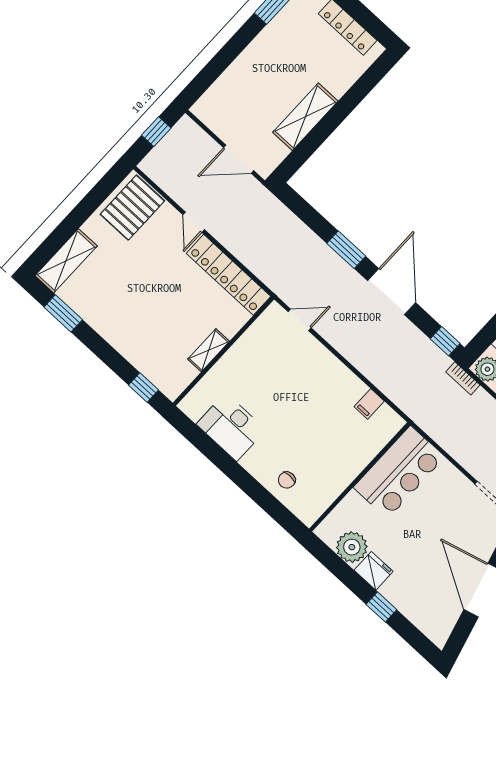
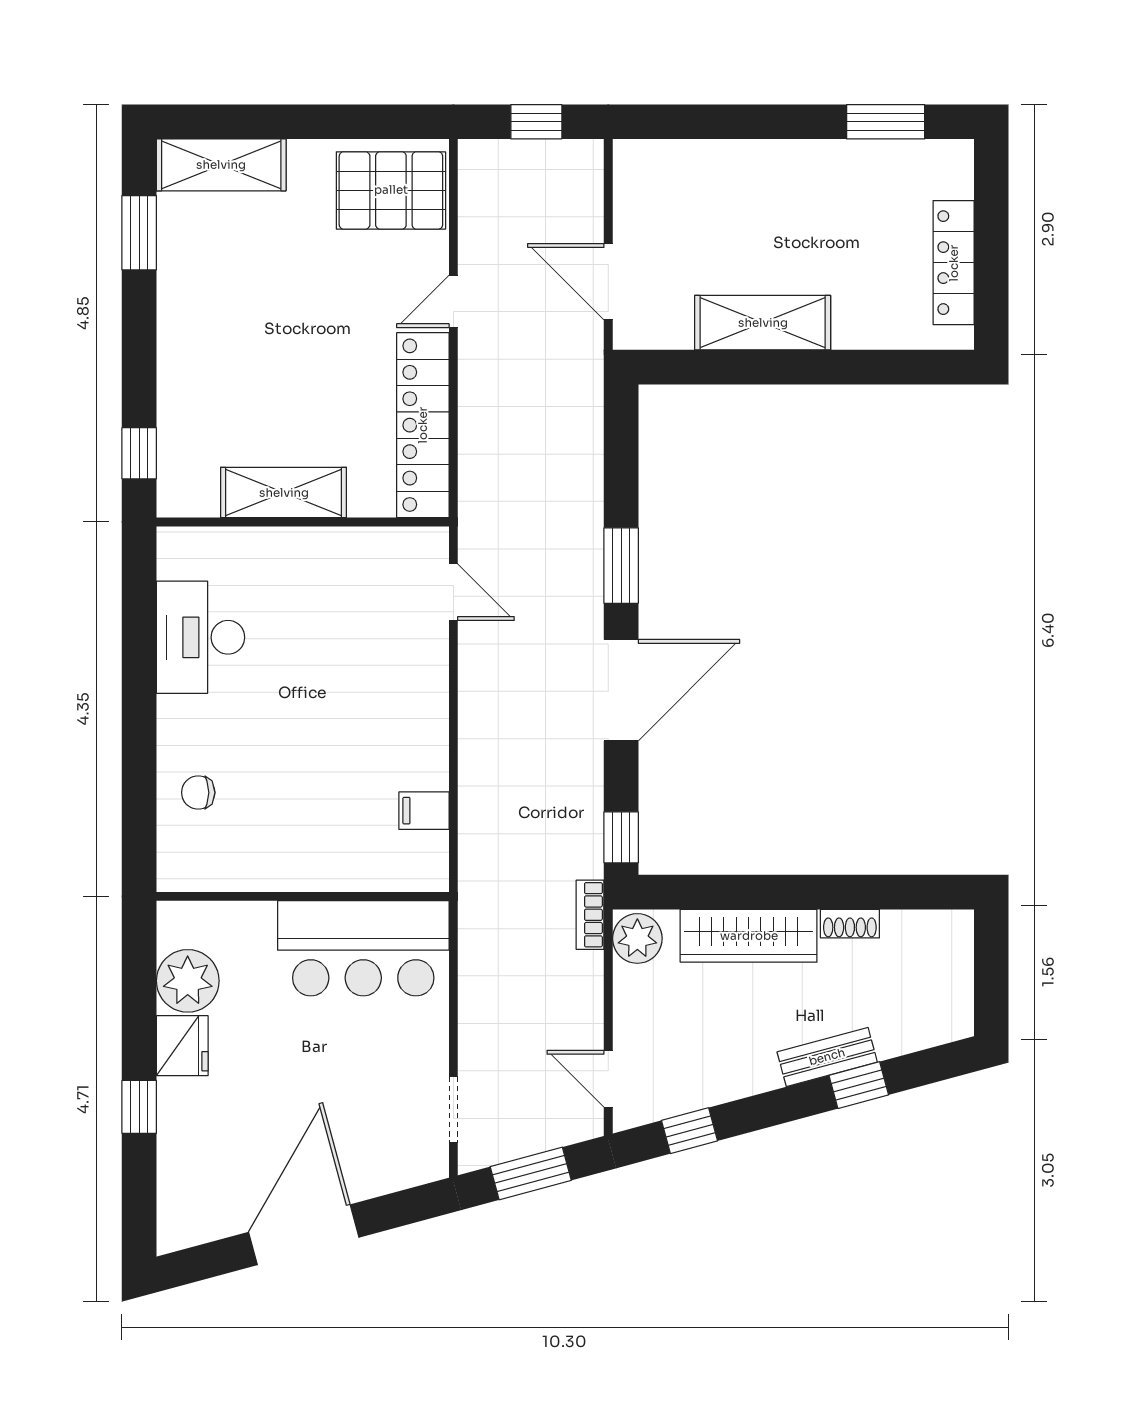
shelving: (209, 350) -> (284, 493), width x1.50, depth x1.33

